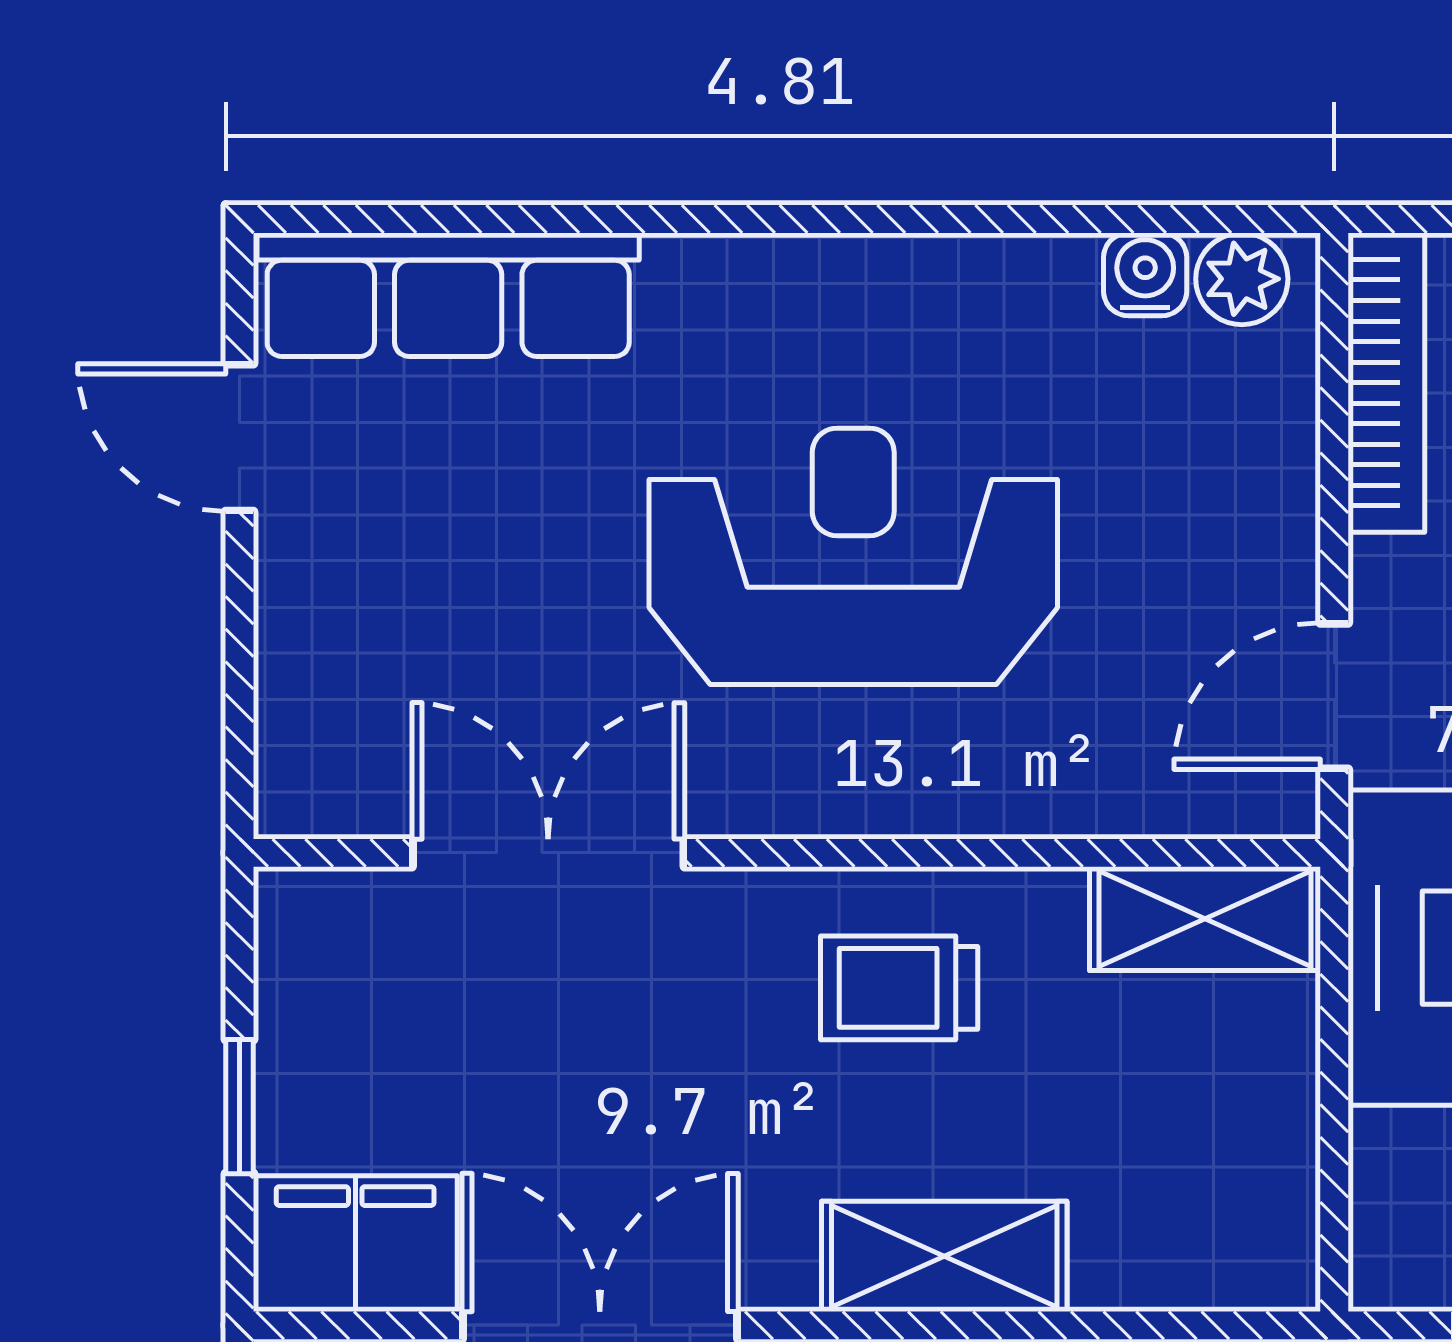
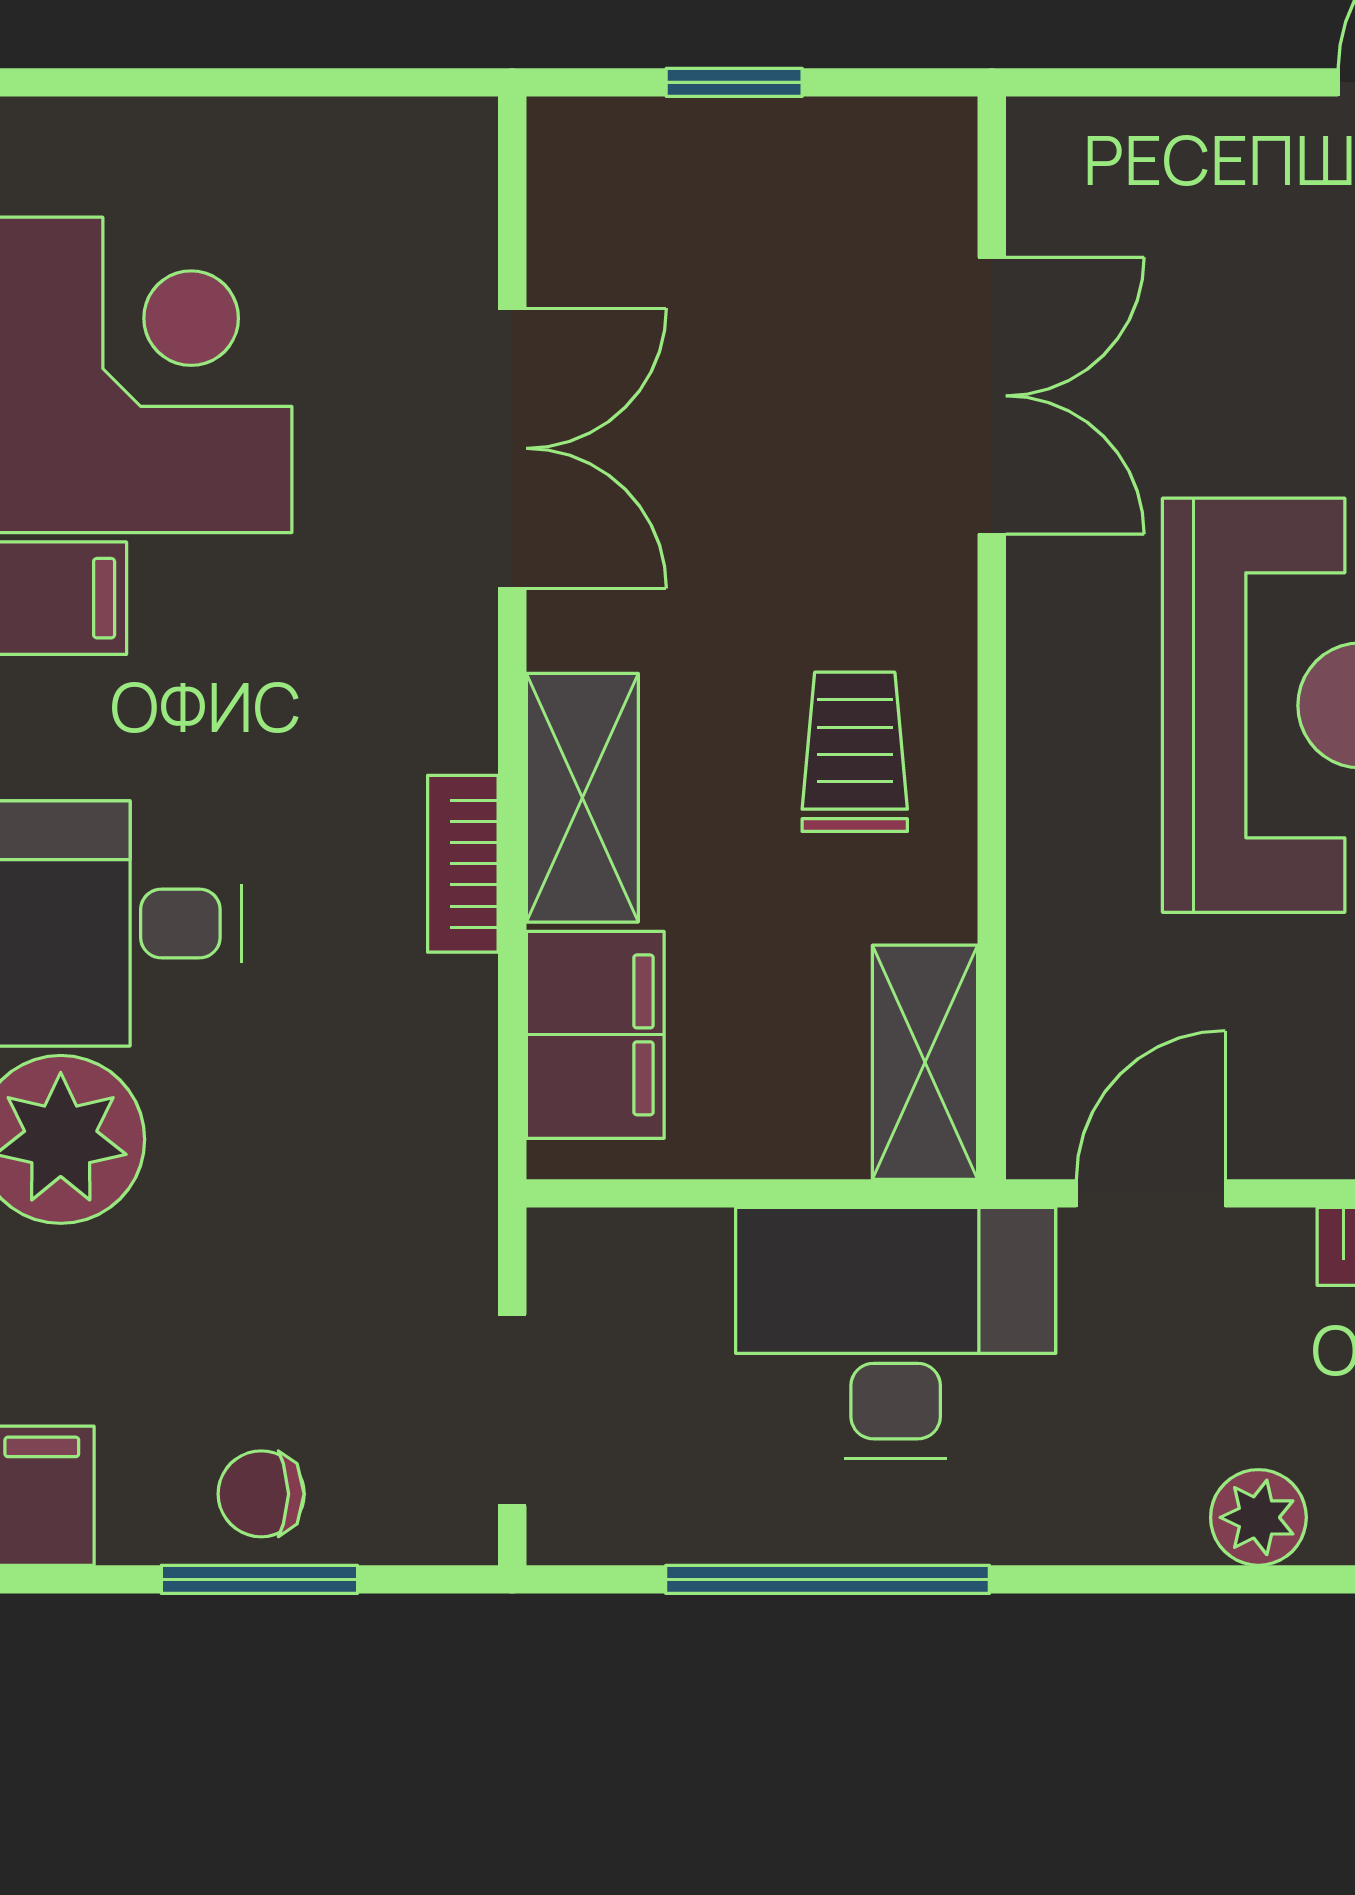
door: (1334, 696) -> (1151, 1193), hinge flipped
filing cabinet: (355, 1244) -> (595, 1035), moved

